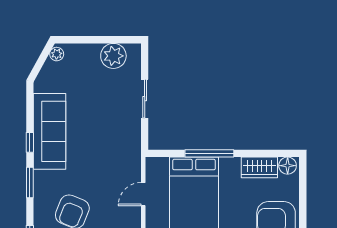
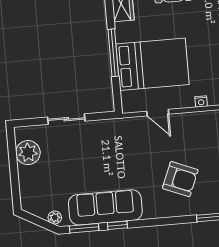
plant: (57, 54) -> (55, 218), moved
window: (30, 183) -> (84, 228), moved

